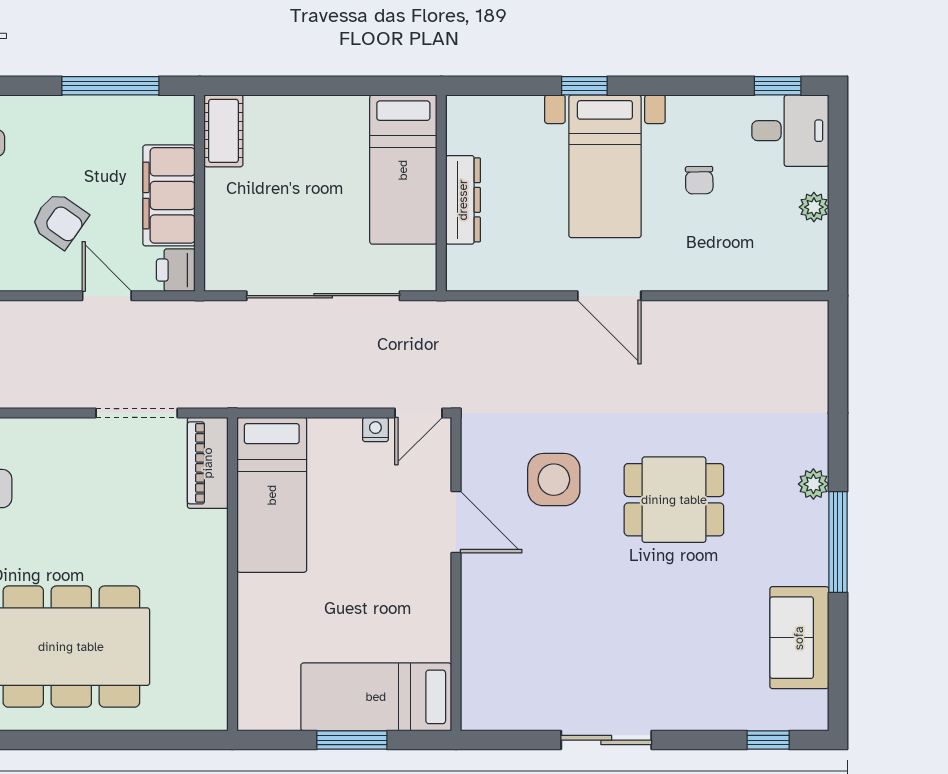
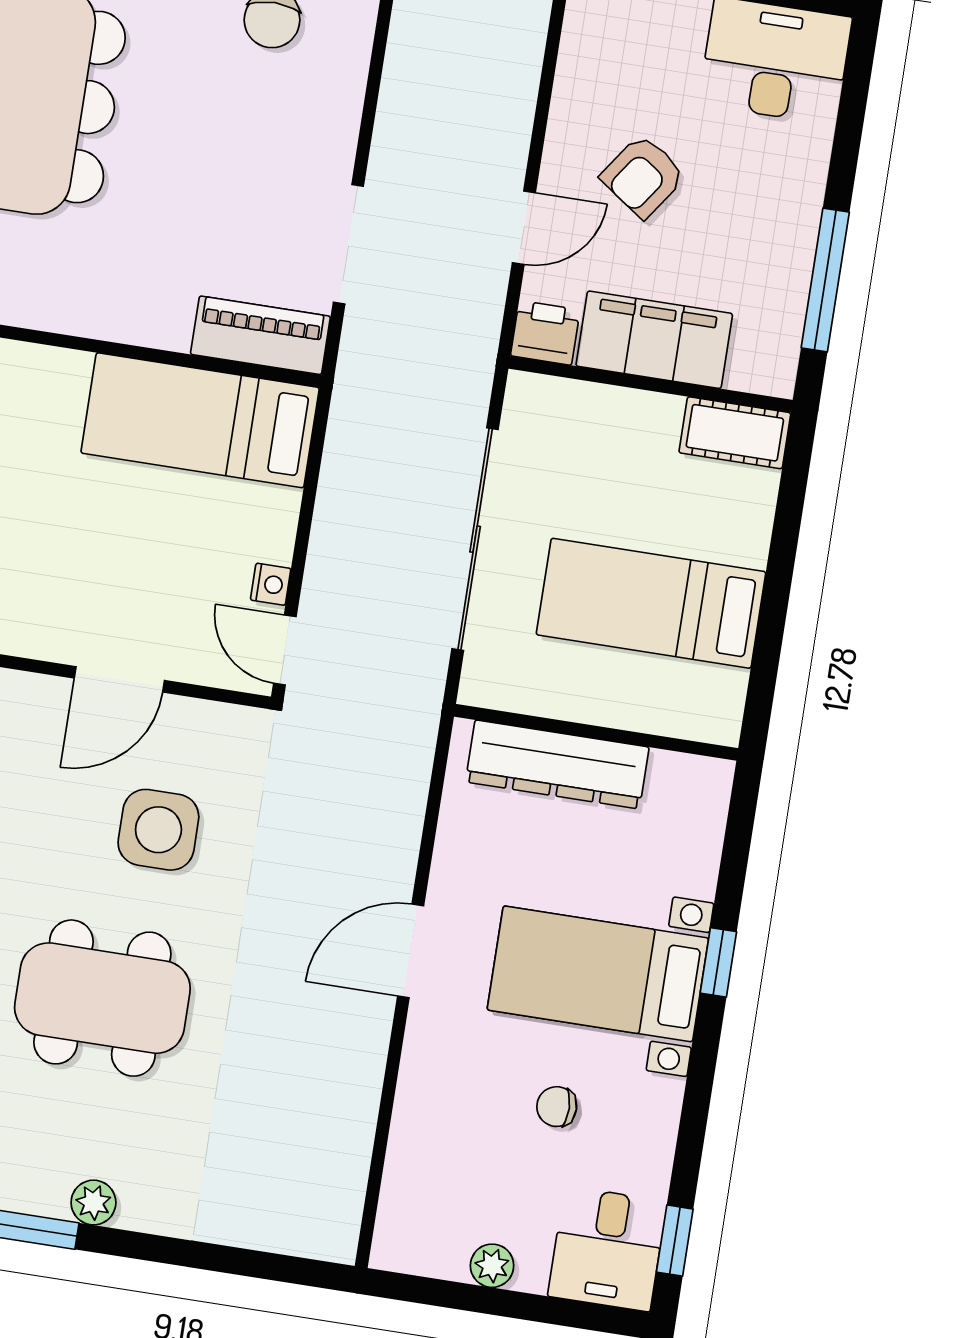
bed: (403, 170) -> (651, 603), moved
dresser: (463, 200) -> (557, 765), width x1.37, depth x1.24
dining table: (674, 500) -> (102, 998), width x1.38

